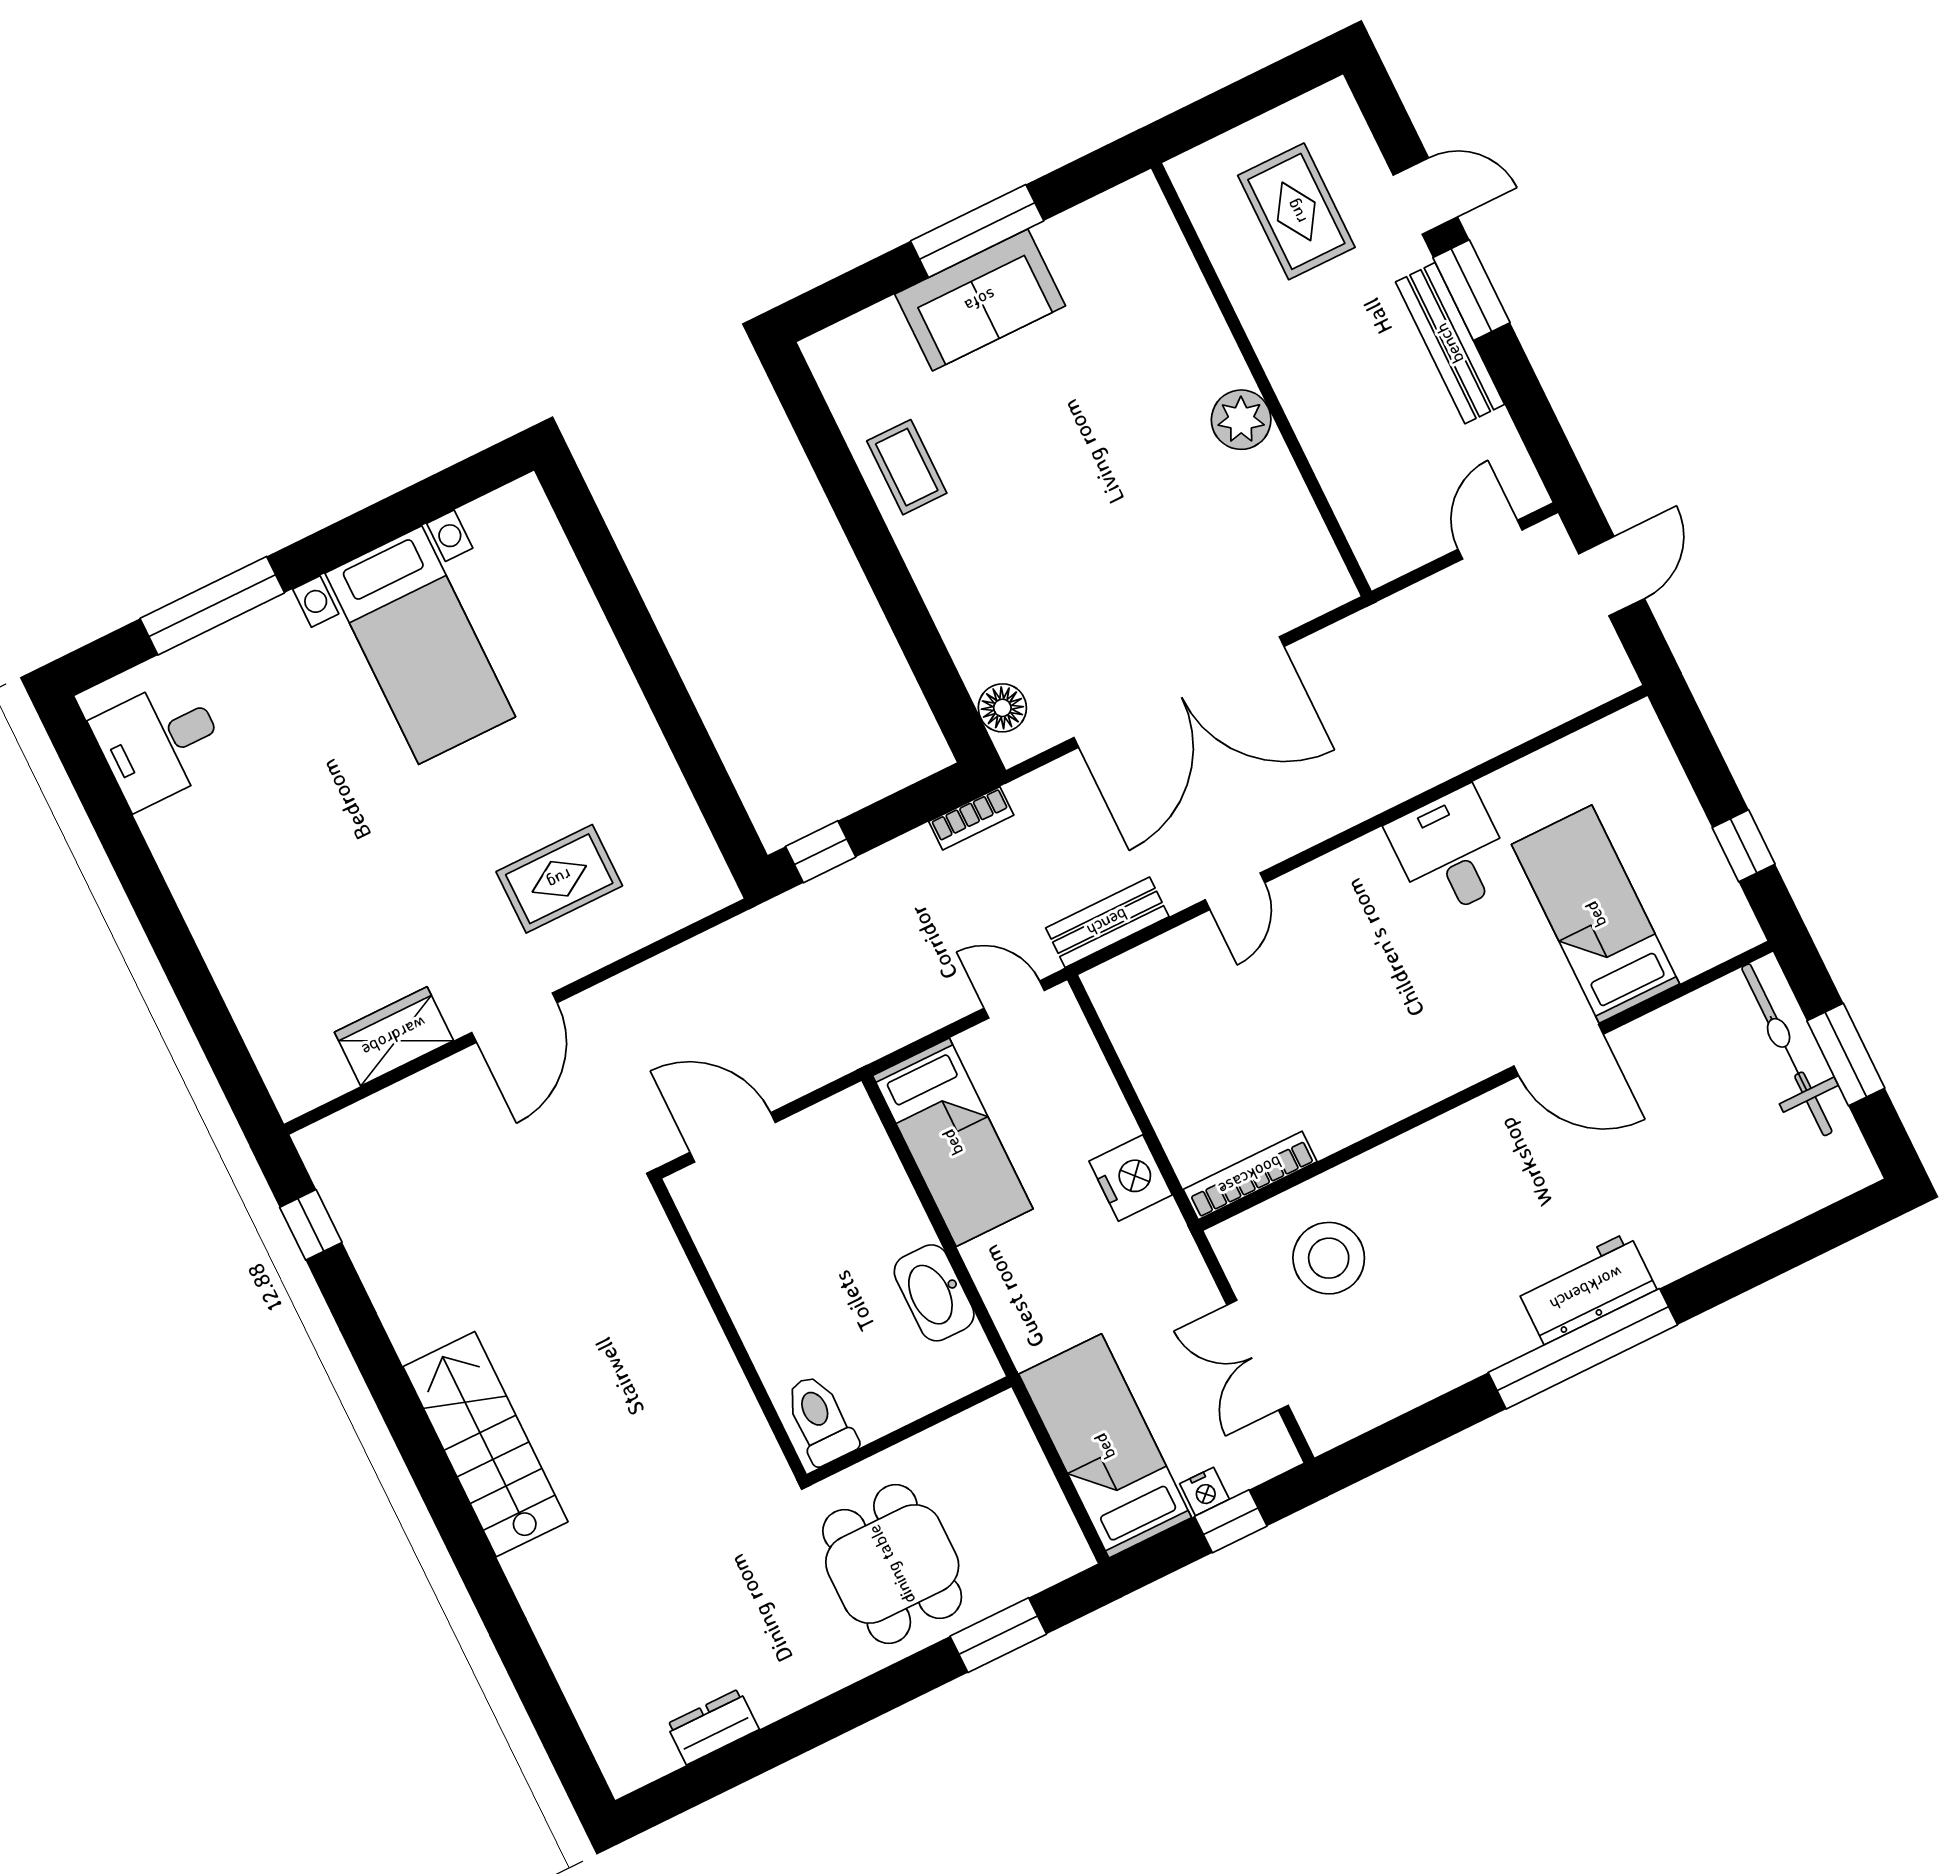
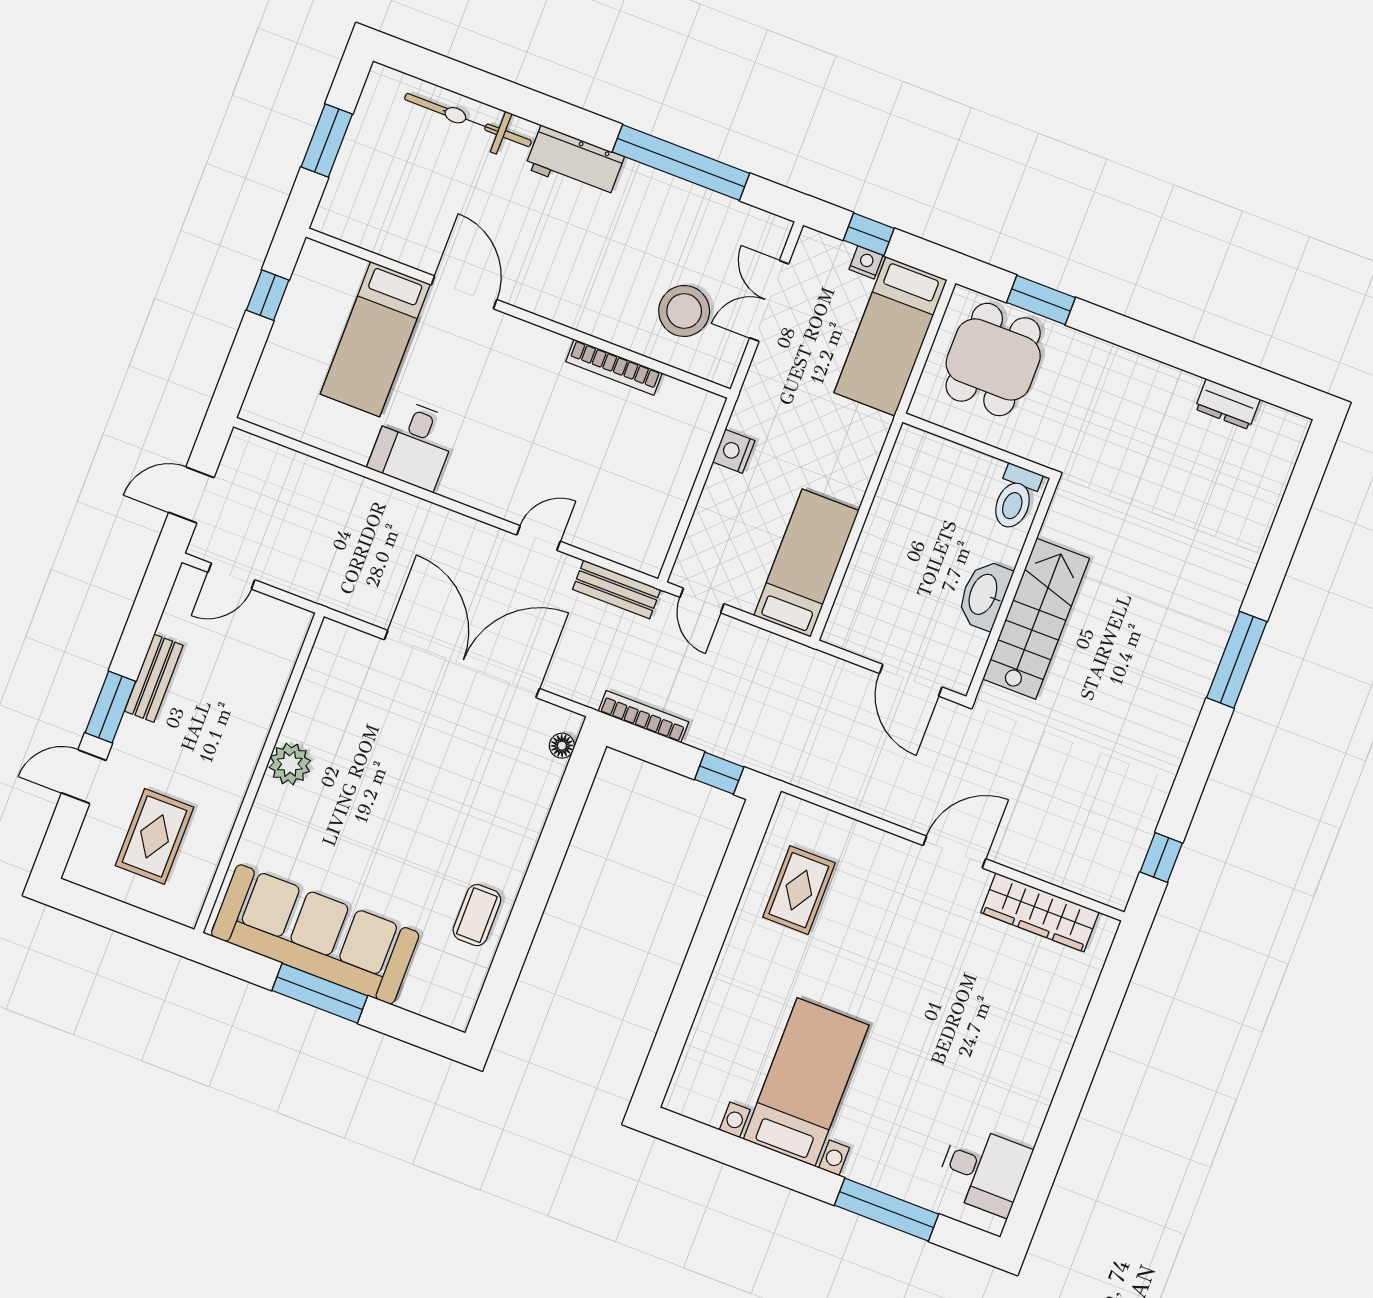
door: (1425, 196) -> (84, 777), hinge flipped
sofa: (980, 300) -> (315, 934), width x1.85, depth x1.27
bench: (1450, 343) -> (154, 678), width x0.73
floor lamp: (1002, 708) -> (562, 746), width x0.73, depth x0.73
bookcase: (971, 818) -> (643, 717), width x1.56
rug: (559, 879) -> (799, 890), moved, turned 90
wardrobe: (394, 1036) -> (1040, 912), width x1.50
bicycle: (1787, 1050) -> (468, 120), moved, turned 90
bookcase: (1250, 1175) -> (614, 367), moved
nightstand: (1131, 1178) -> (734, 451), width x0.74, depth x0.75
washbasin: (934, 1293) -> (984, 595), moved, turned 180
window: (1583, 1349) -> (681, 163), moved
double door: (1258, 1355) -> (769, 301), swing flipped
stairs: (485, 1444) -> (1036, 619), moved, turned 180
window: (442, 1492) -> (1237, 660), added
dining table: (892, 1564) -> (993, 359), moved

